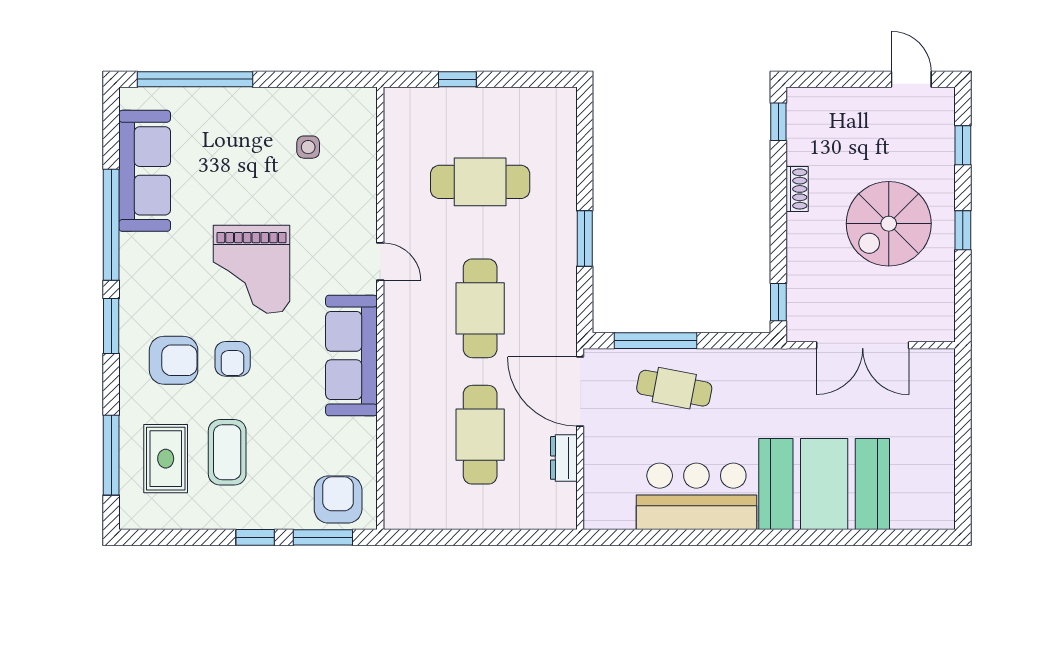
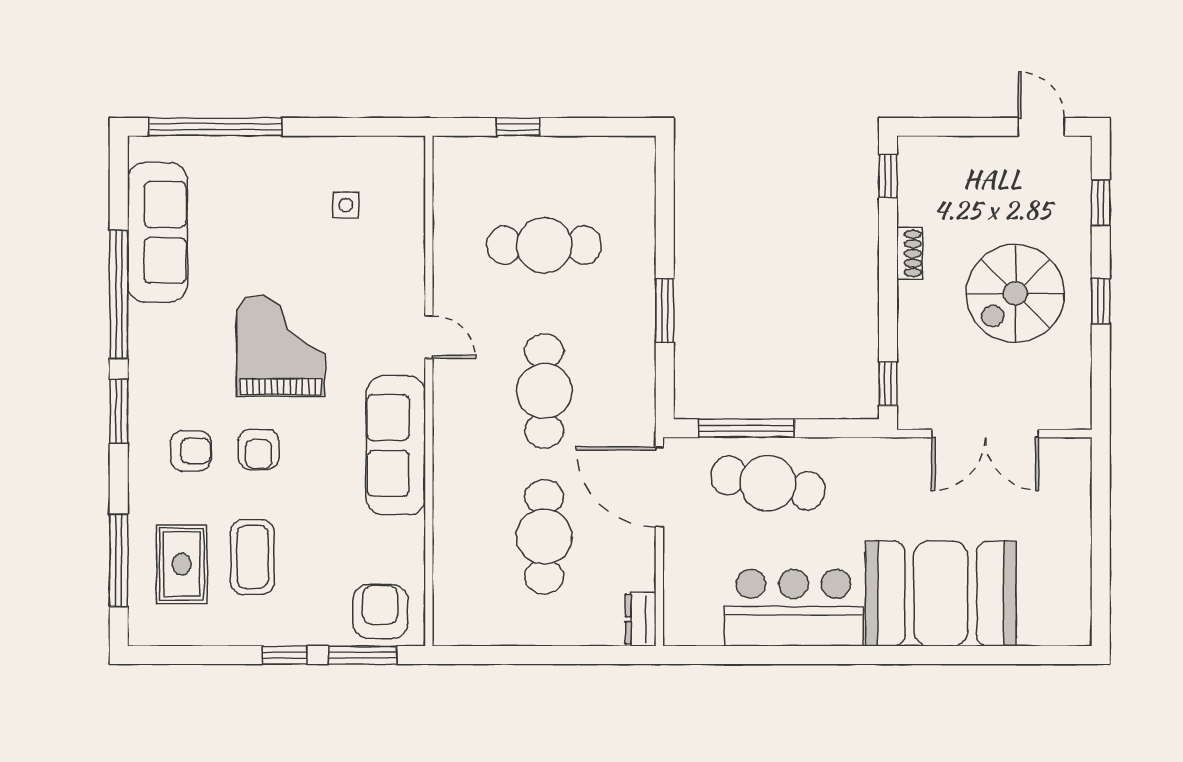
grand piano: (252, 269) -> (281, 346), turned 180
armchair: (174, 360) -> (191, 451), width x0.72, depth x0.72
cafe table: (674, 388) -> (768, 483), width x1.37, depth x1.35
dresser: (564, 458) -> (641, 619), moved

